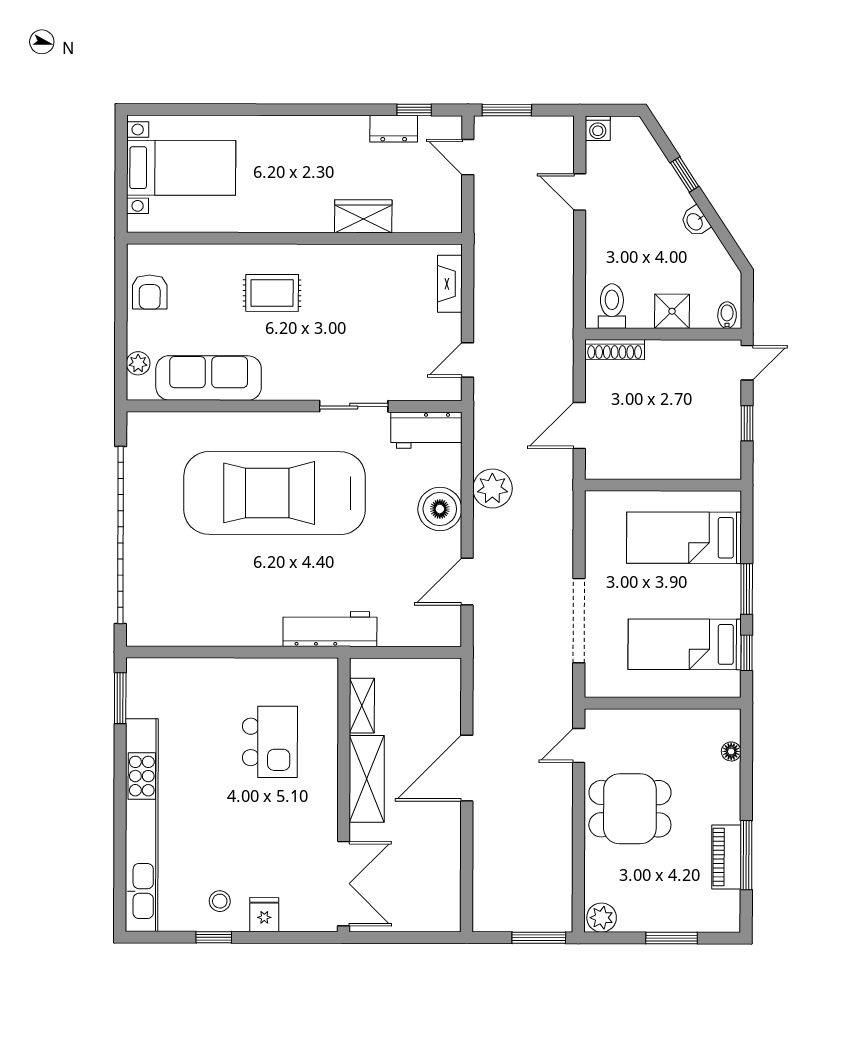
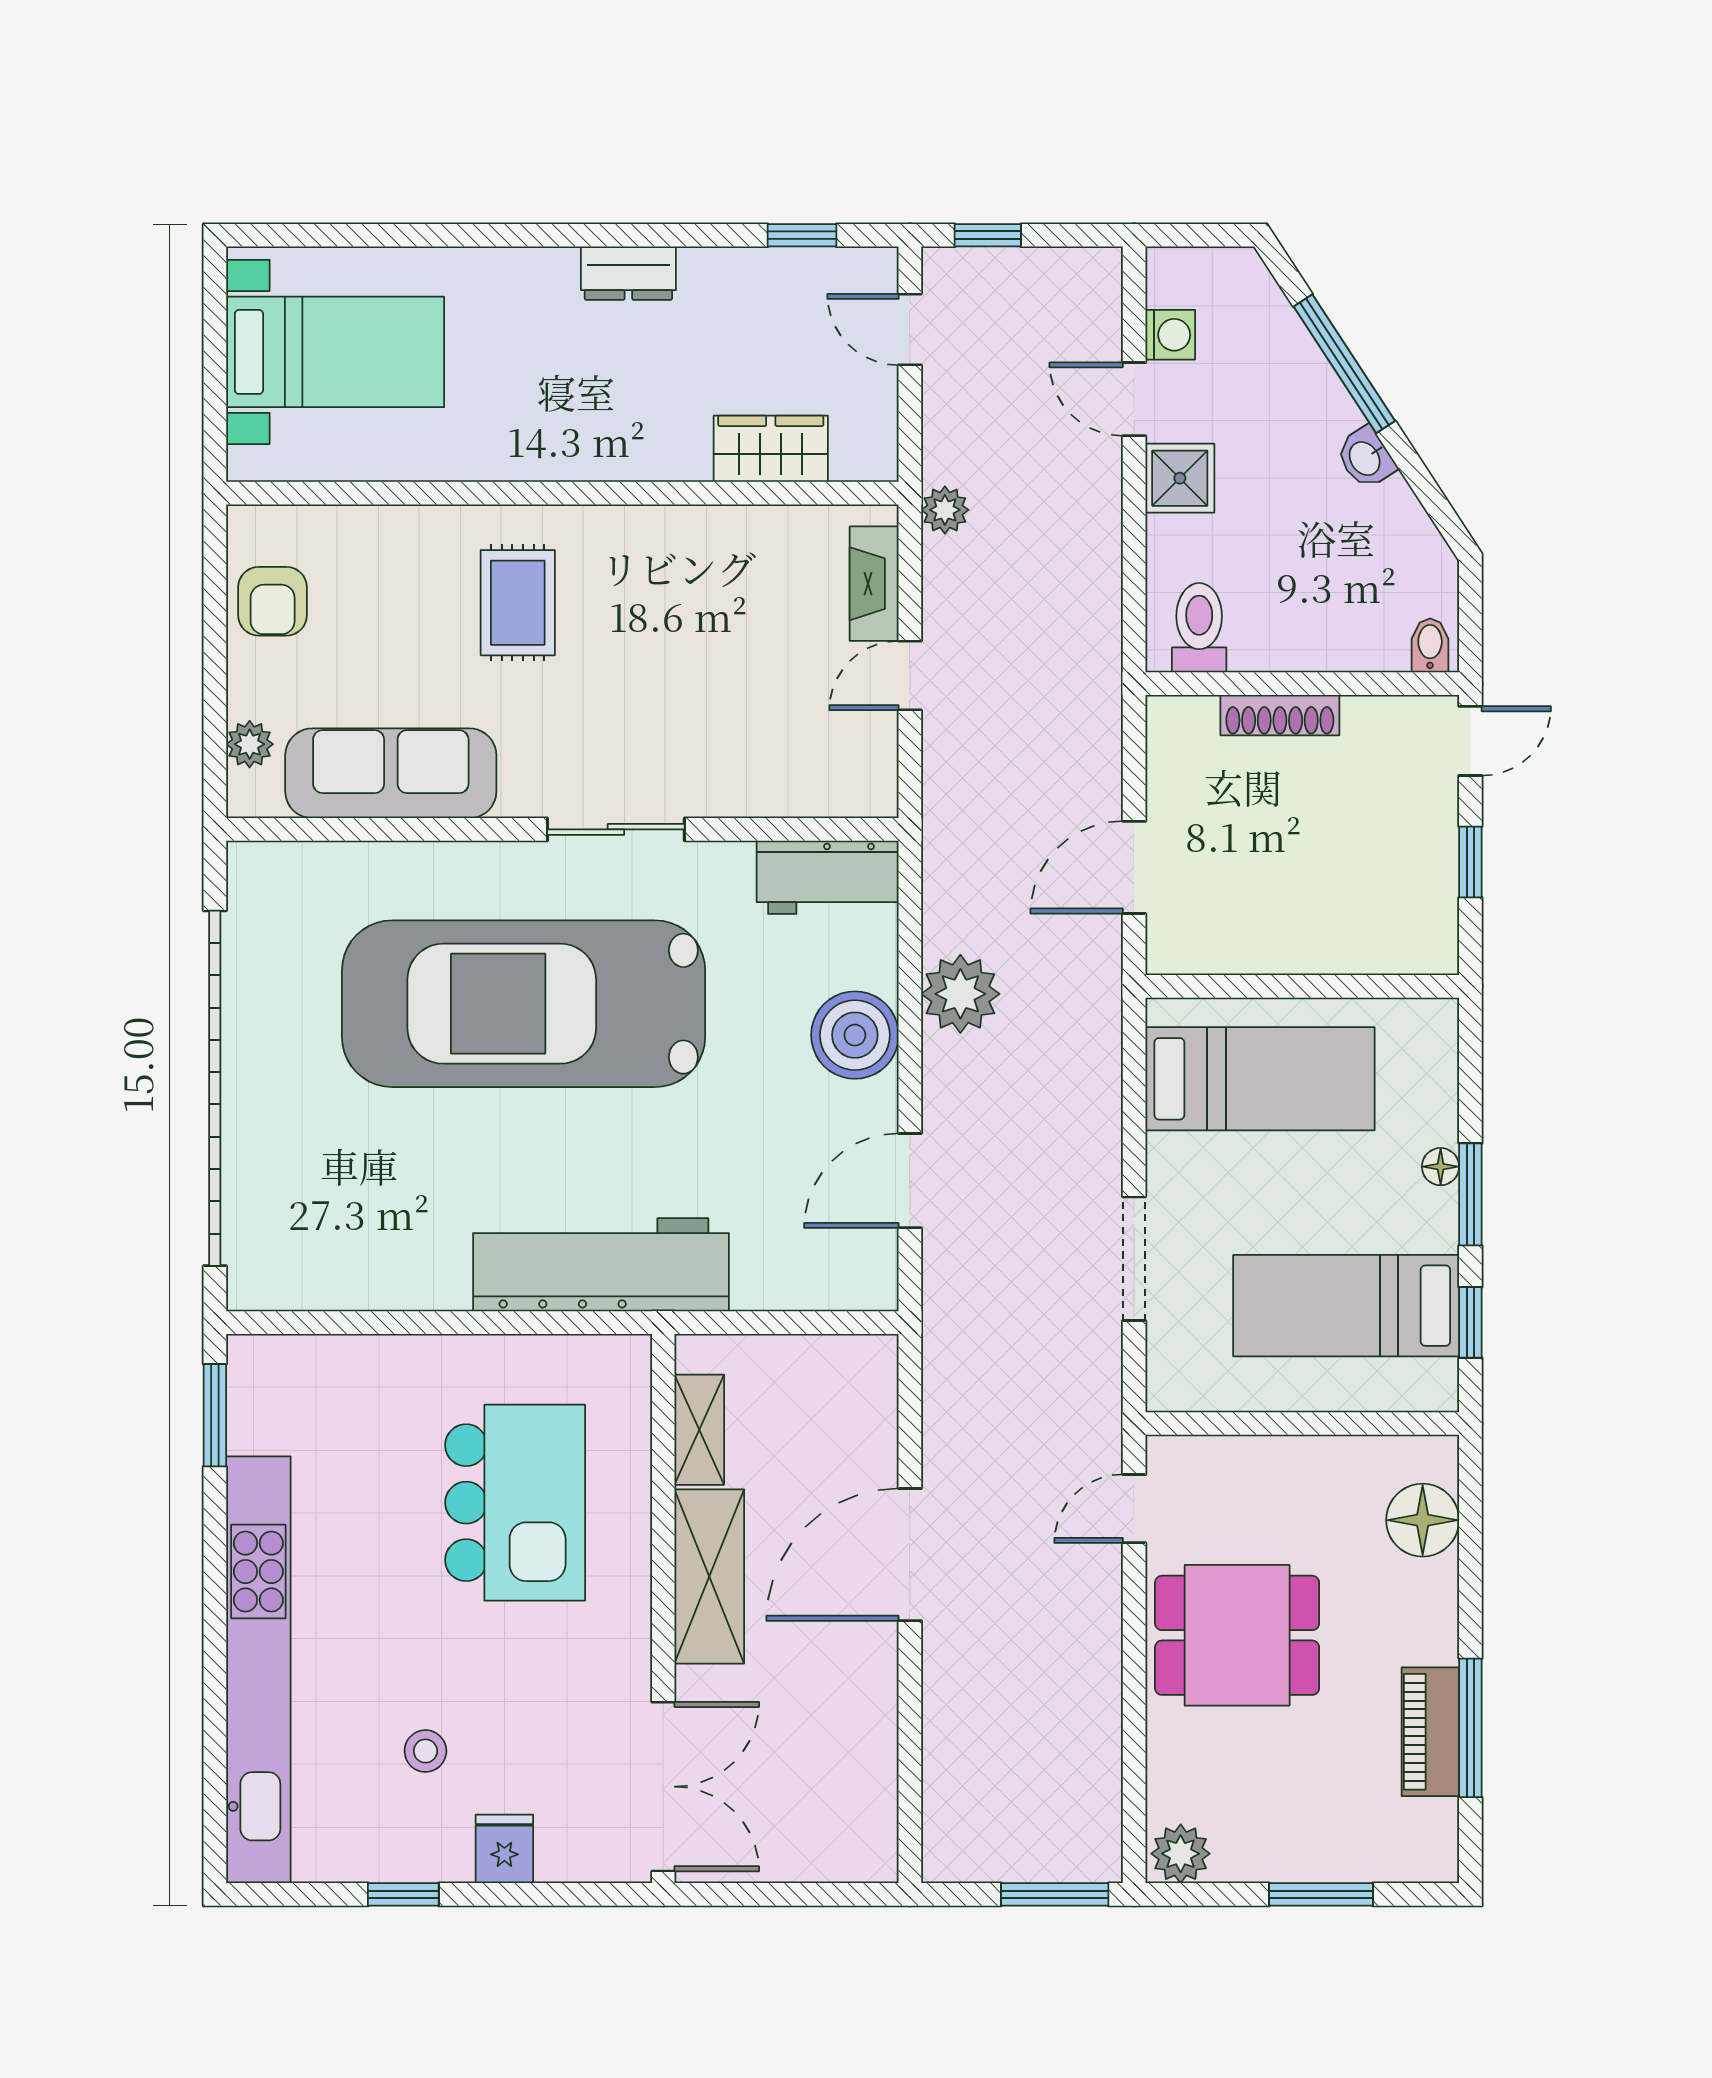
window: (507, 110) -> (988, 235), width x0.67
washing machine: (598, 128) -> (1170, 335), moved, turned -90
dresser: (394, 129) -> (628, 273), moved
window: (685, 175) -> (1344, 364), width x2.17
wardrobe: (363, 216) -> (771, 449), moved
plant: (485, 247) -> (945, 510), added
rug: (272, 293) -> (518, 603), turned 90
shower: (672, 311) -> (1180, 478), moved
shoe rack: (615, 350) -> (1280, 715), moved
door: (467, 360) -> (910, 676), moved
sliding door: (354, 406) -> (616, 829), moved
bed: (684, 538) -> (1260, 1079), moved, turned 180
floor lamp: (732, 575) -> (1441, 1167), added
doorway: (579, 621) -> (1134, 1259), width x0.73
workbench: (330, 629) -> (601, 1265), width x1.36, depth x1.32
kitchen island: (270, 742) -> (515, 1503), width x1.37, depth x1.28
floor lamp: (731, 751) -> (1423, 1520), width x1.89, depth x1.89
stool: (220, 901) -> (425, 1751), moved

